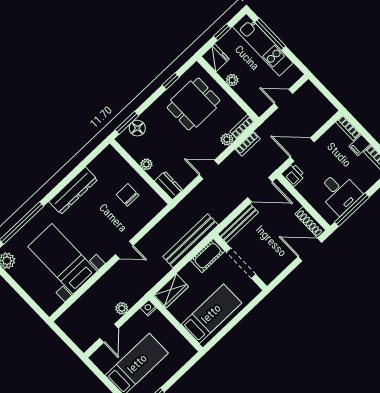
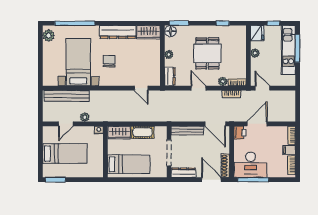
door: (283, 98) -> (262, 88), moved
dining table: (194, 104) -> (207, 53), moved, turned 90
floor lamp: (137, 128) -> (170, 31), moved
door: (302, 149) -> (257, 124), hinge flipped
wardrobe: (104, 161) -> (148, 32), added
desk: (339, 193) -> (251, 165), width x1.37
chair: (128, 195) -> (109, 61), moved
bench: (190, 241) -> (67, 96), moved
door: (124, 250) -> (141, 88), moved
cot: (208, 256) -> (142, 132), moved
dresser: (275, 269) -> (183, 173), added

